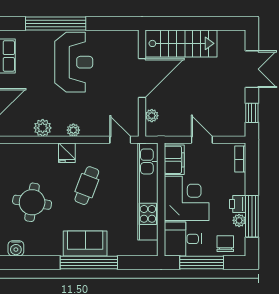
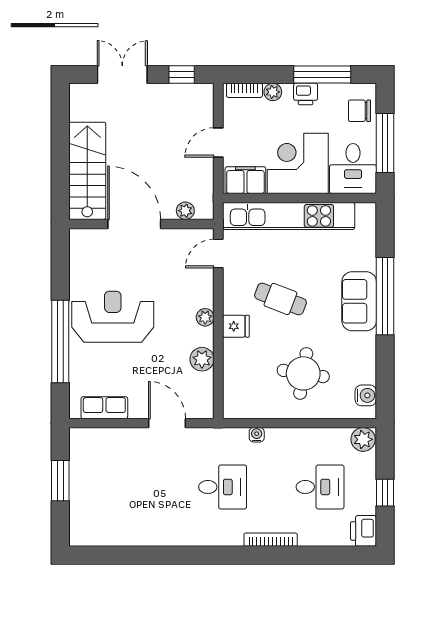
plant: (239, 220) -> (273, 92), moved

